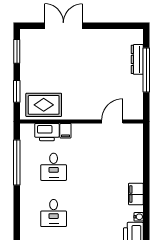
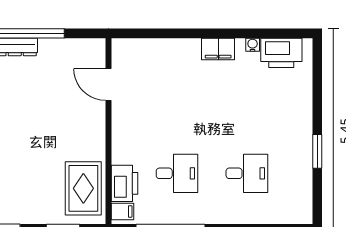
filing cabinet: (65, 131) -> (122, 211), moved

